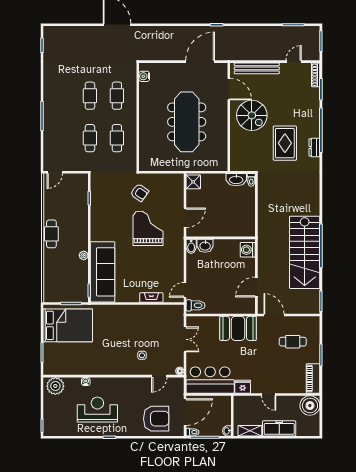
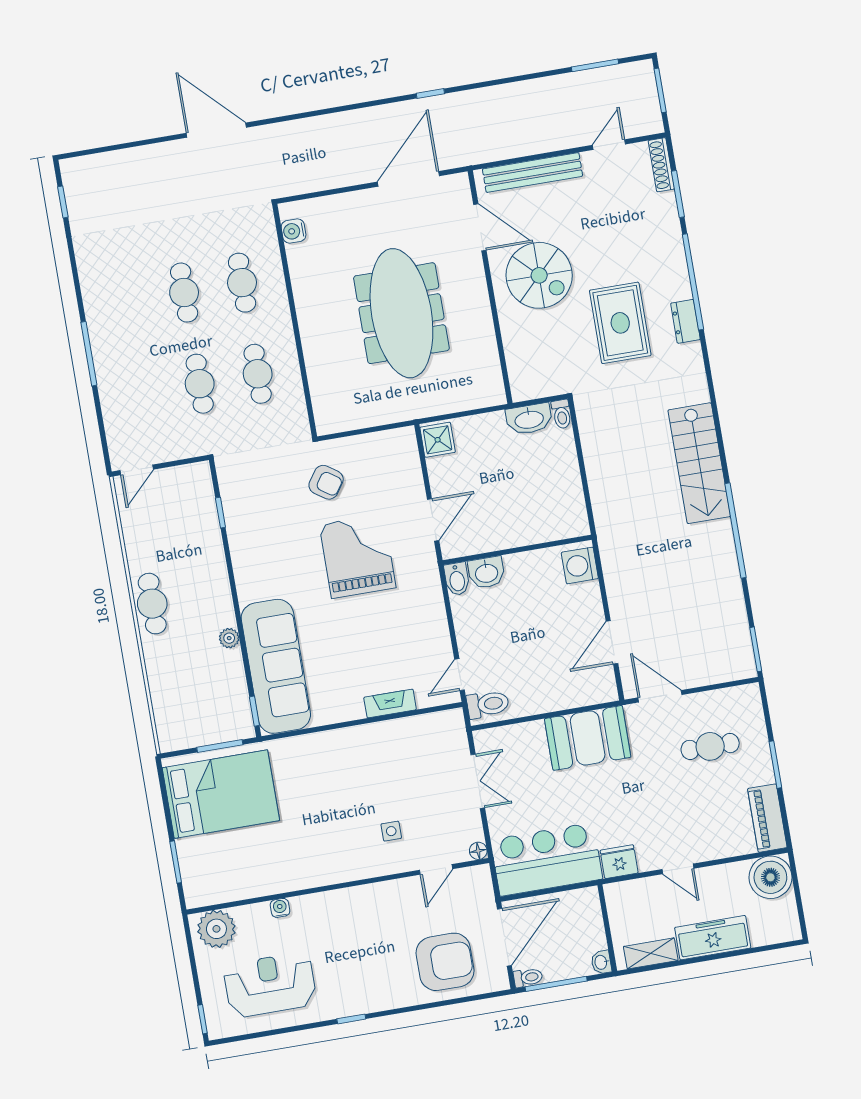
stairs: (305, 252) -> (699, 463), moved, width x0.73, depth x0.66
reception desk: (97, 410) -> (270, 985), moved

